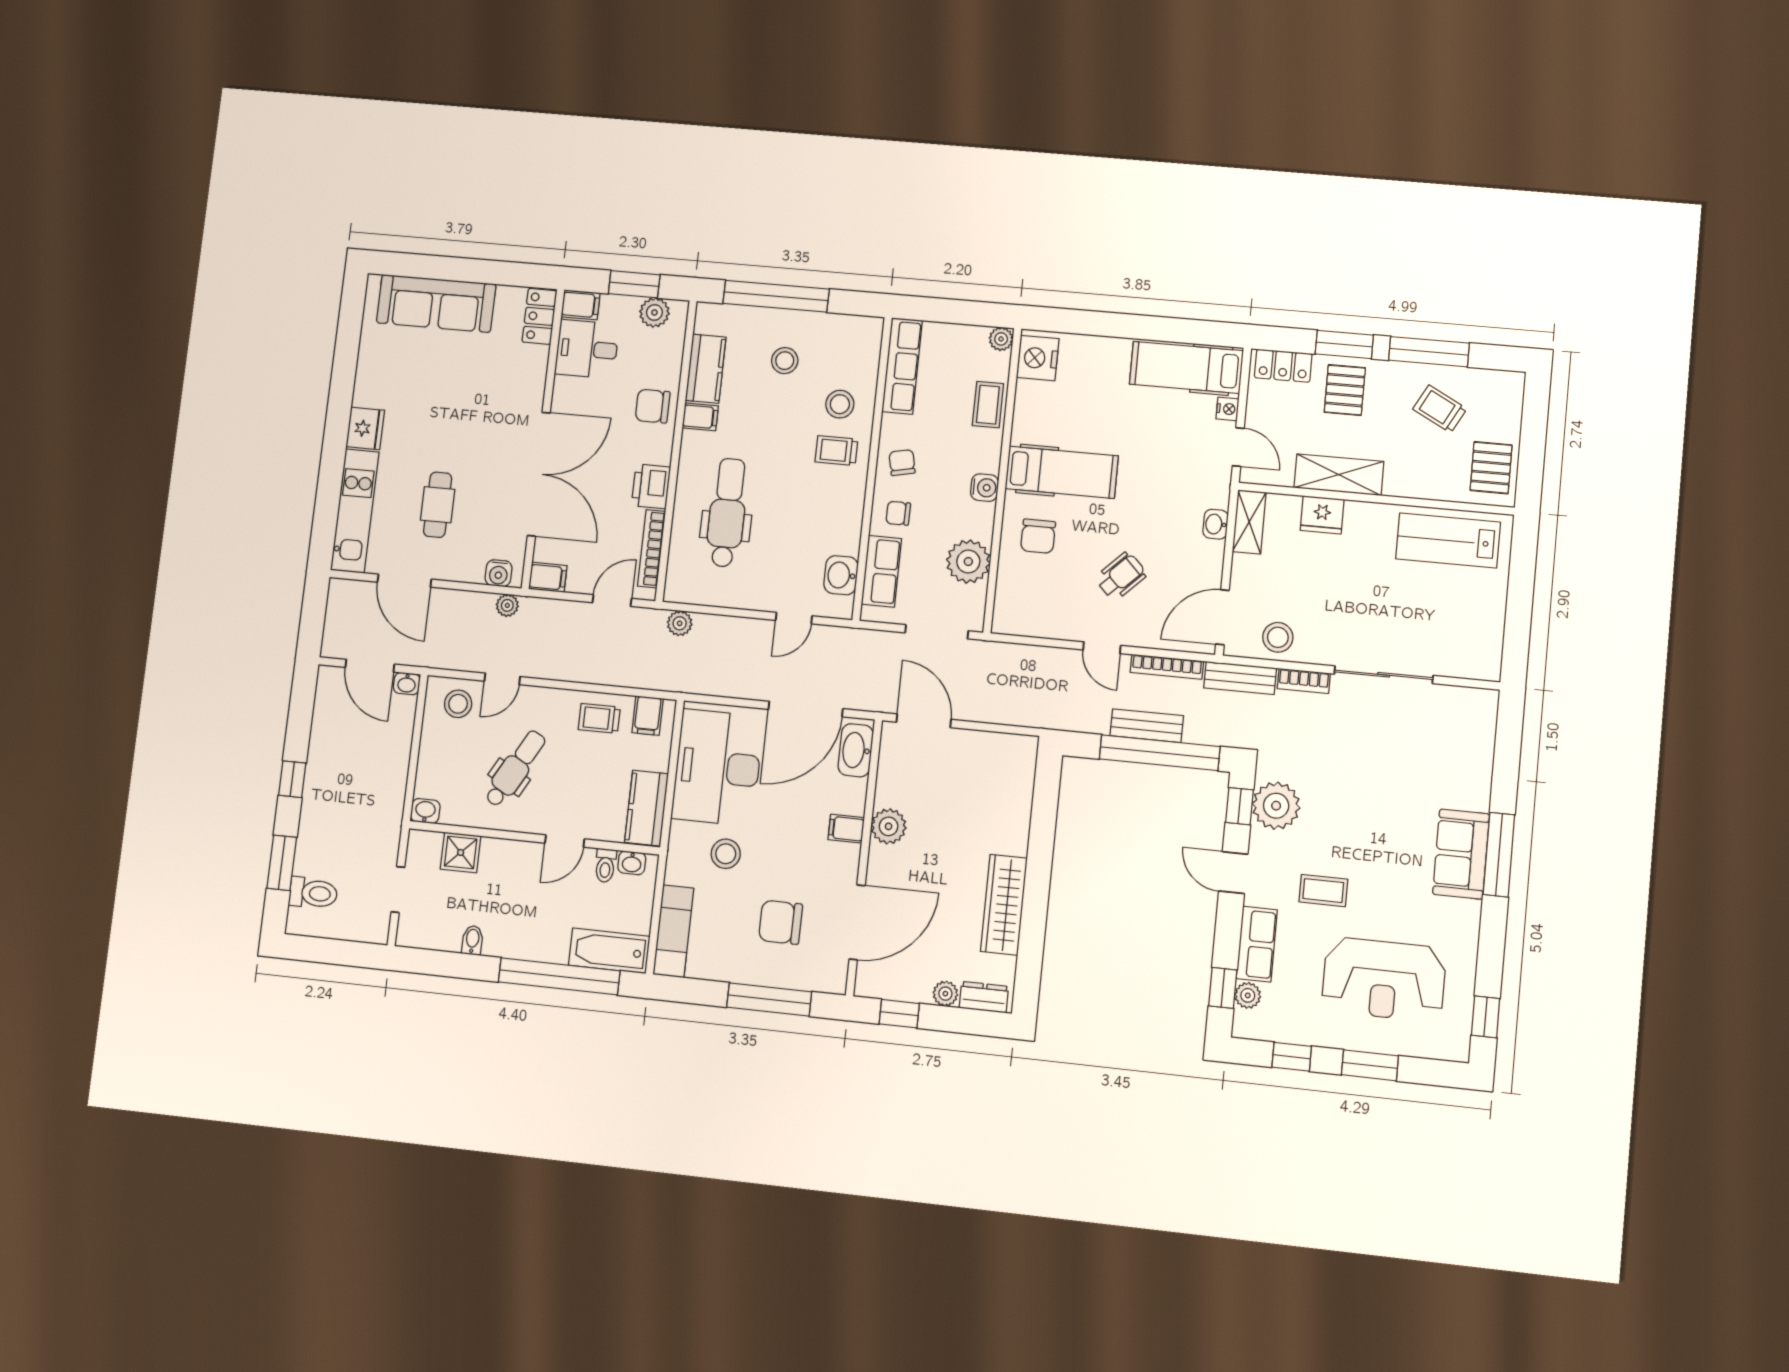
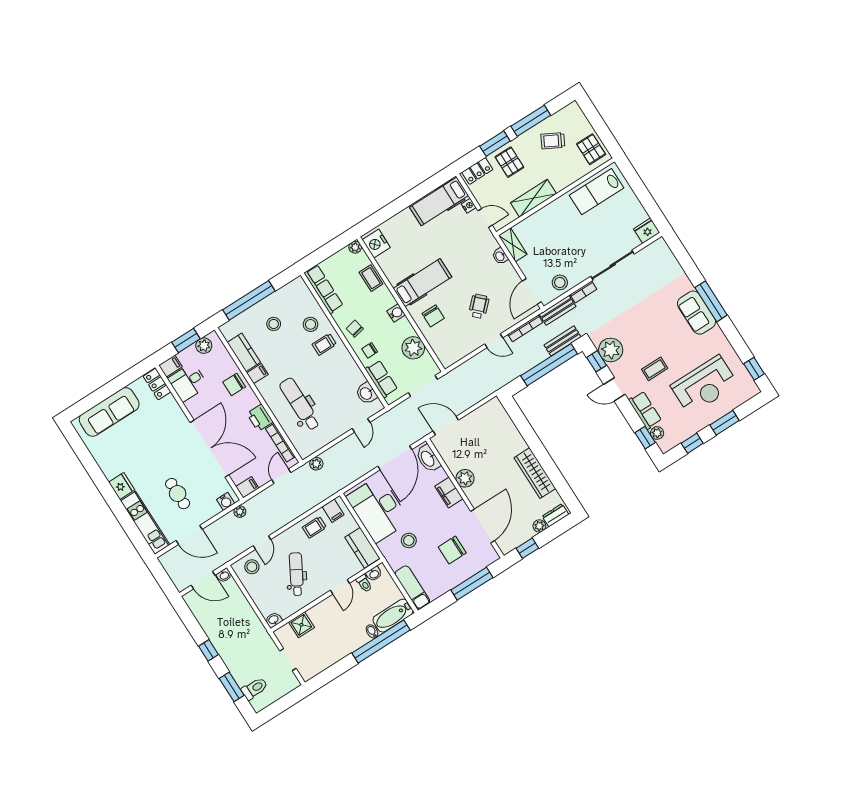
fridge: (1322, 515) -> (647, 231), moved, turned 180
bench: (1147, 726) -> (562, 341), moved
filing cabinet: (846, 829) -> (449, 493), width x2.00
bidet: (472, 940) -> (372, 631), moved

